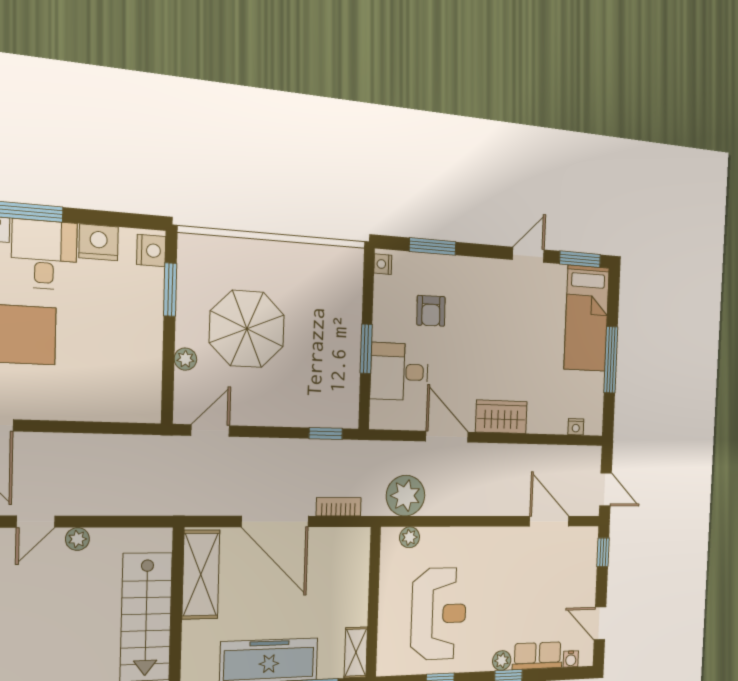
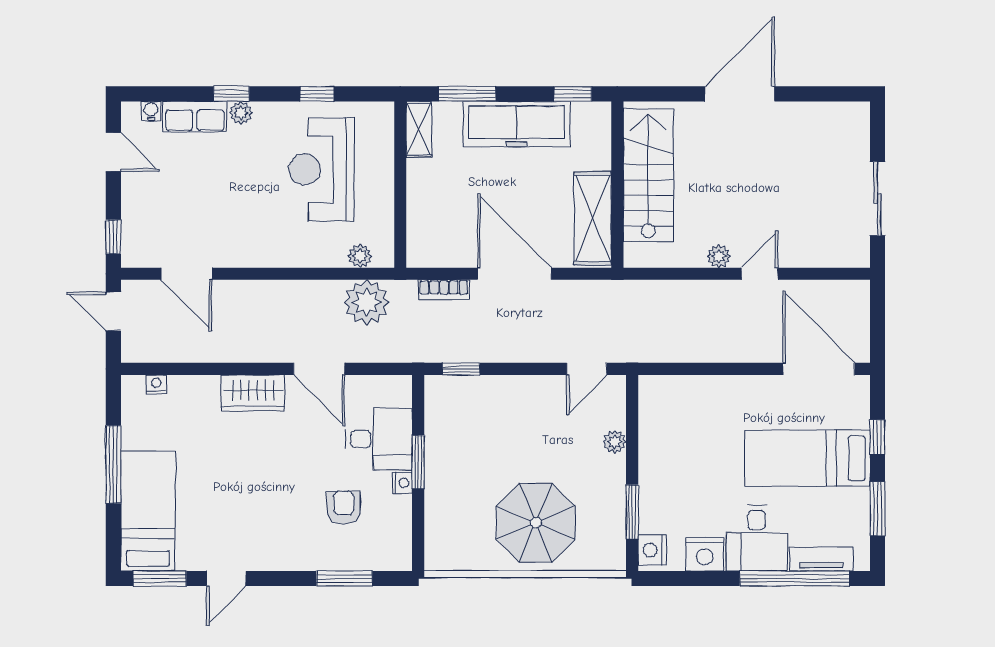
nightstand: (383, 264) -> (402, 483), moved
parasol: (247, 329) -> (536, 523), moved

